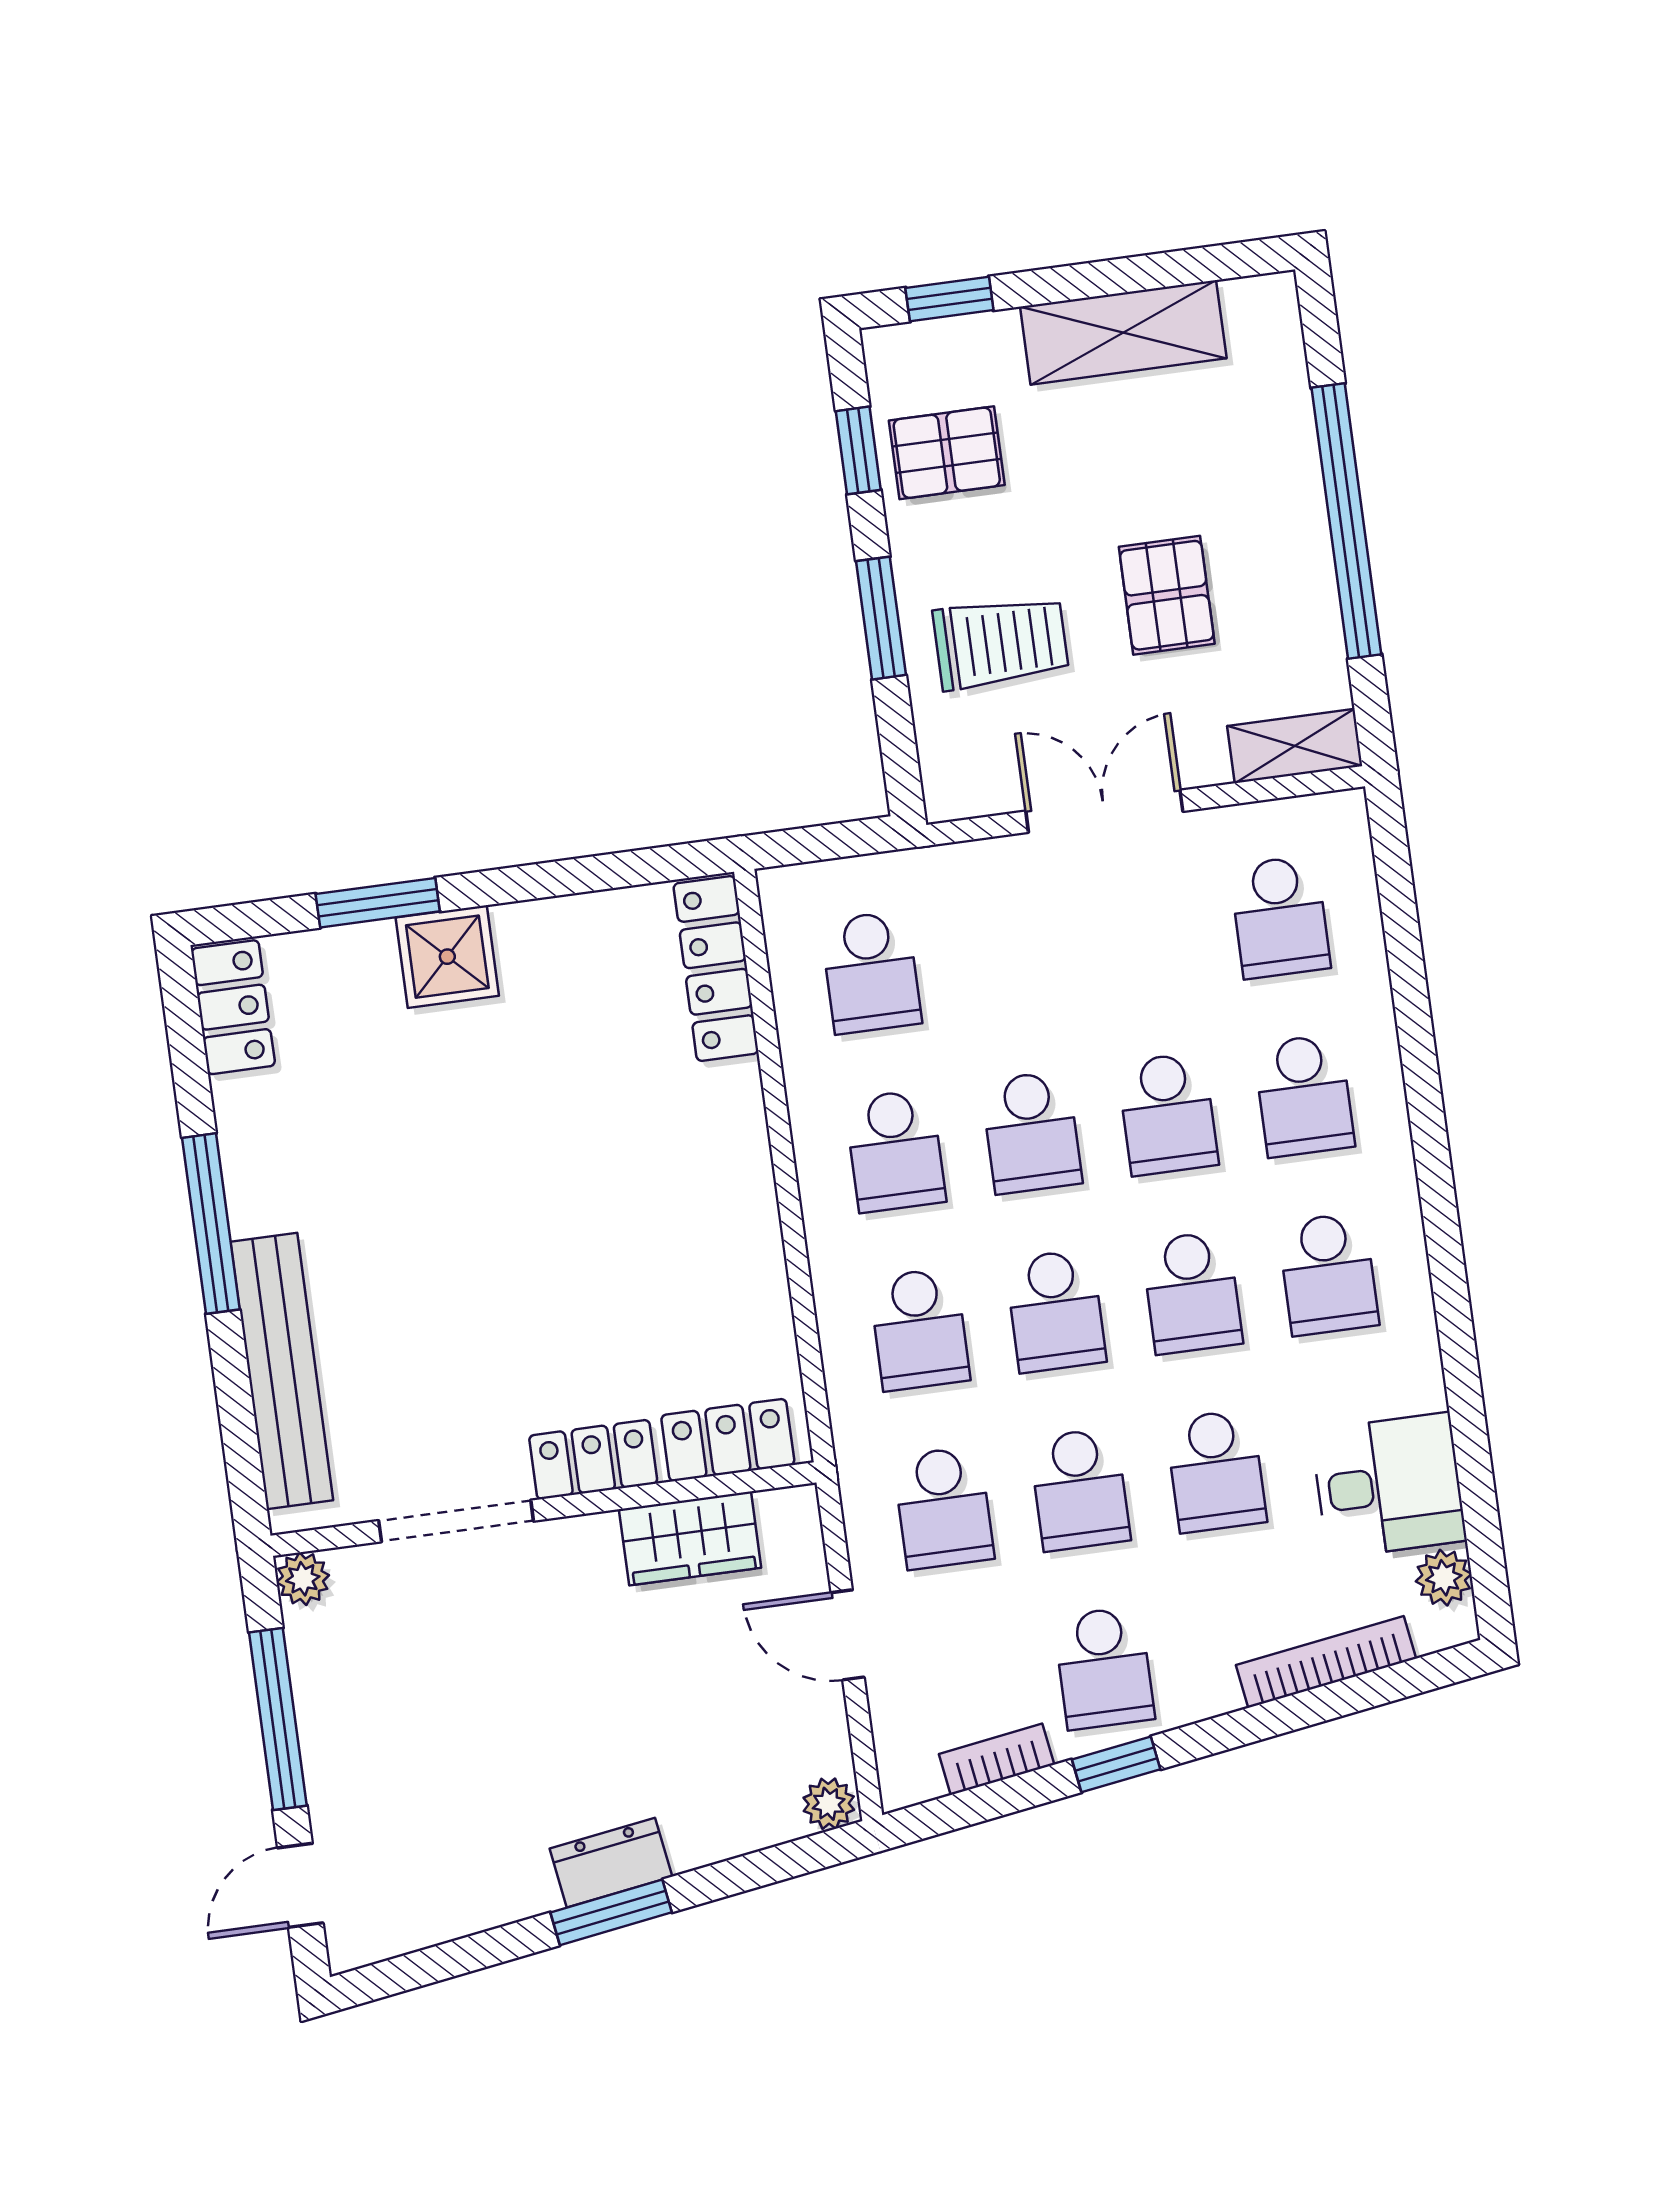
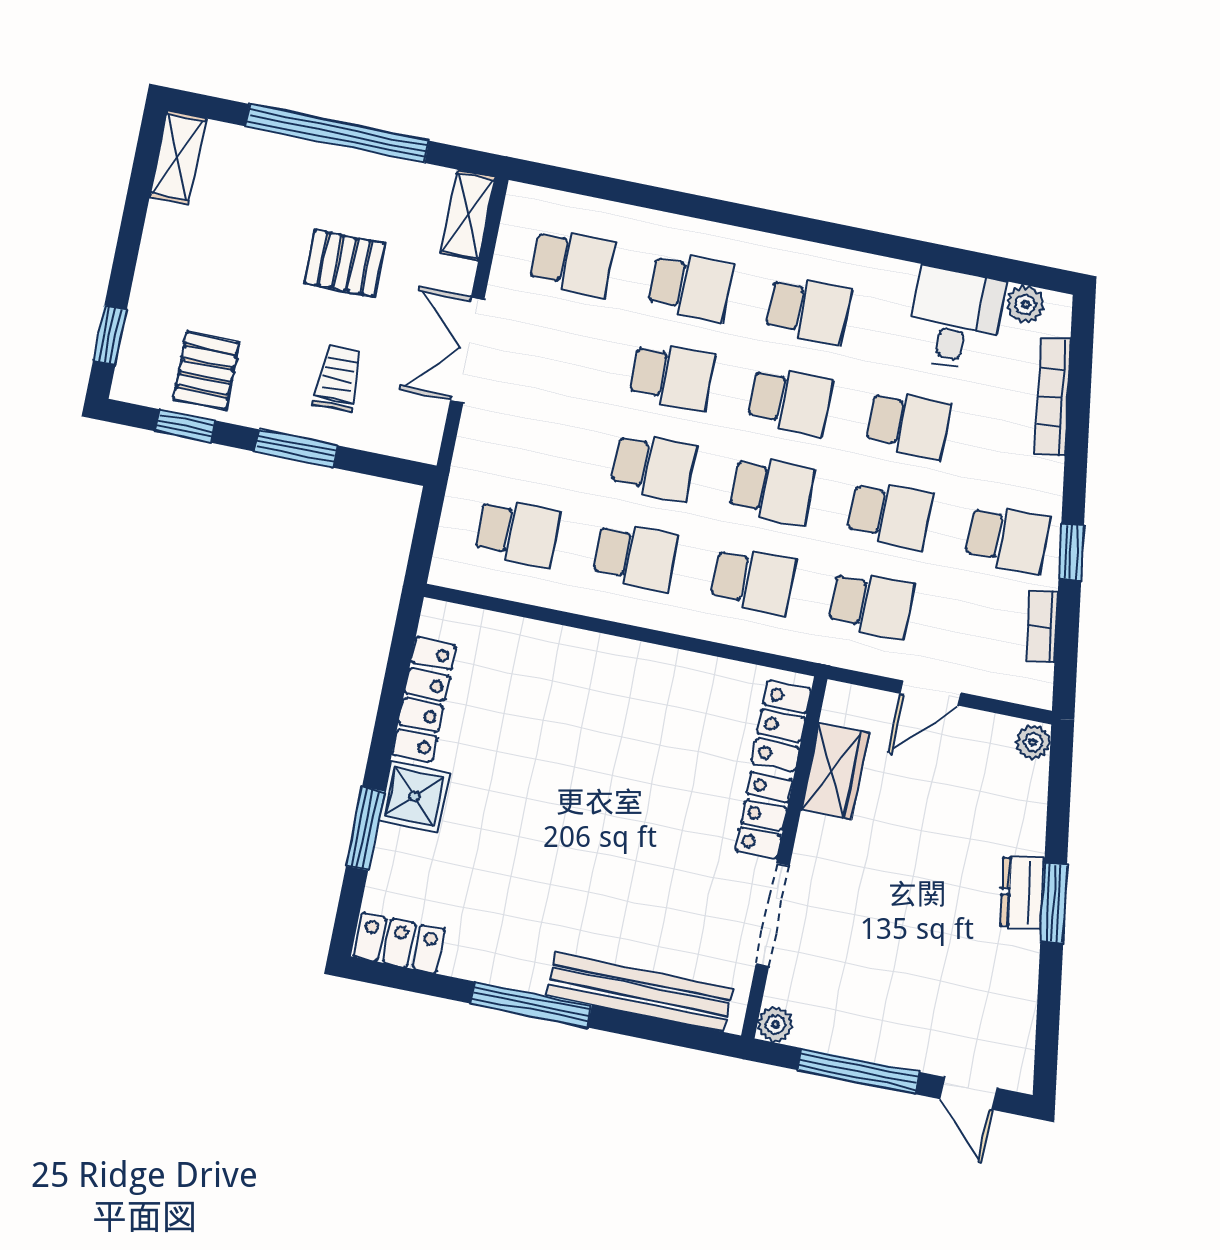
shelving: (1123, 332) -> (178, 158), moved, width x0.67, depth x0.75
trolley: (1001, 643) -> (338, 378), width x0.73, depth x0.72
locker: (716, 969) -> (424, 700), moved, turned -90

